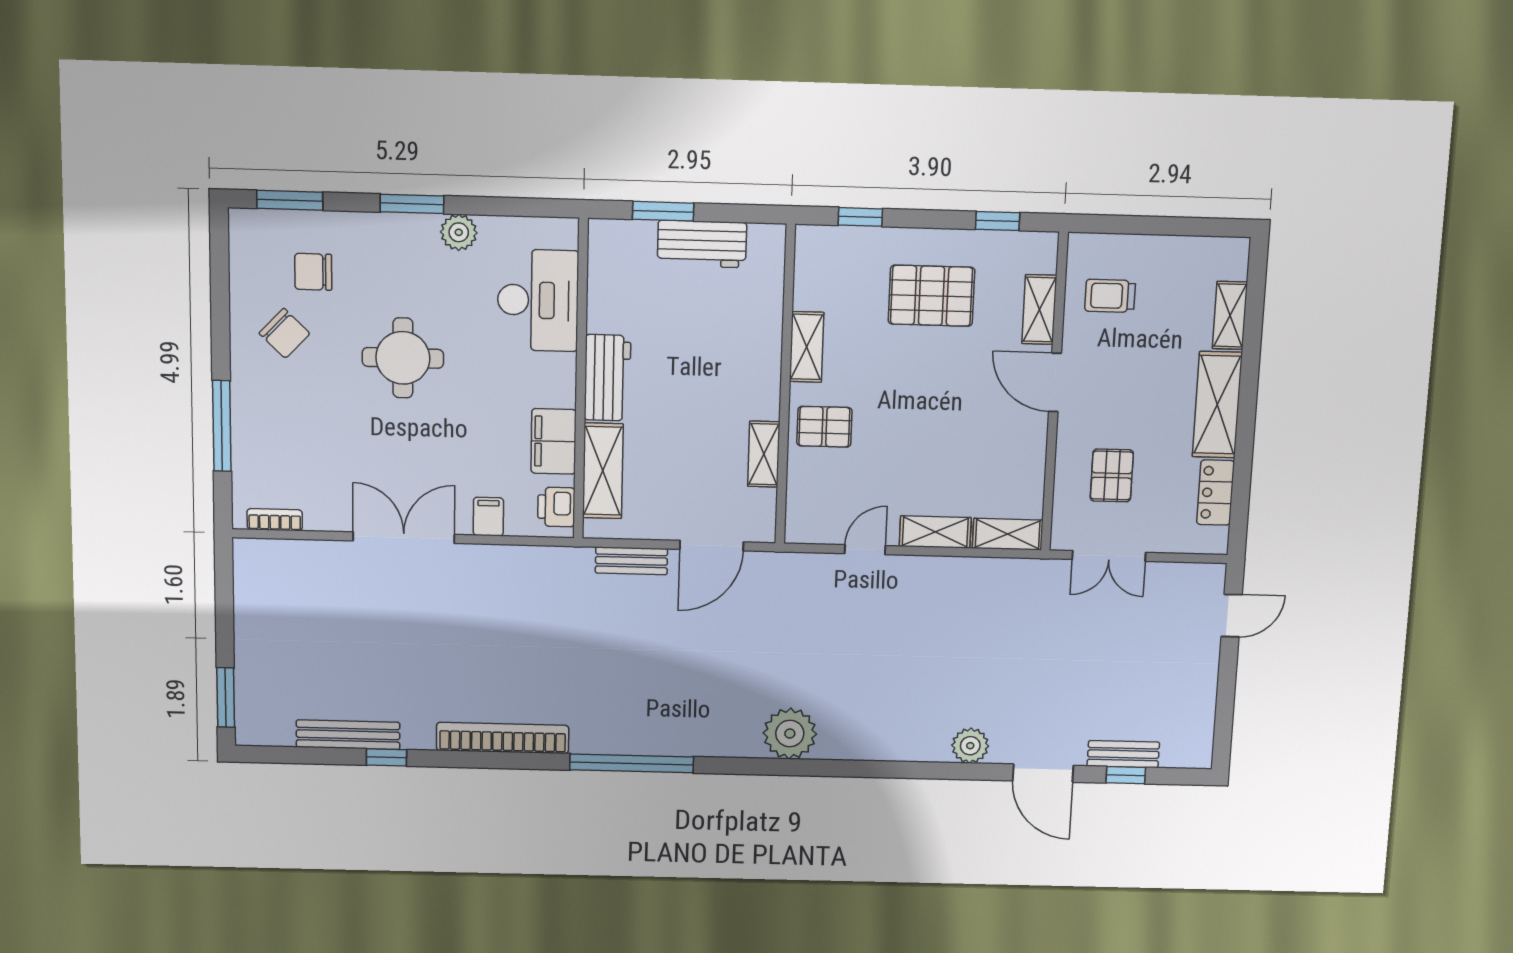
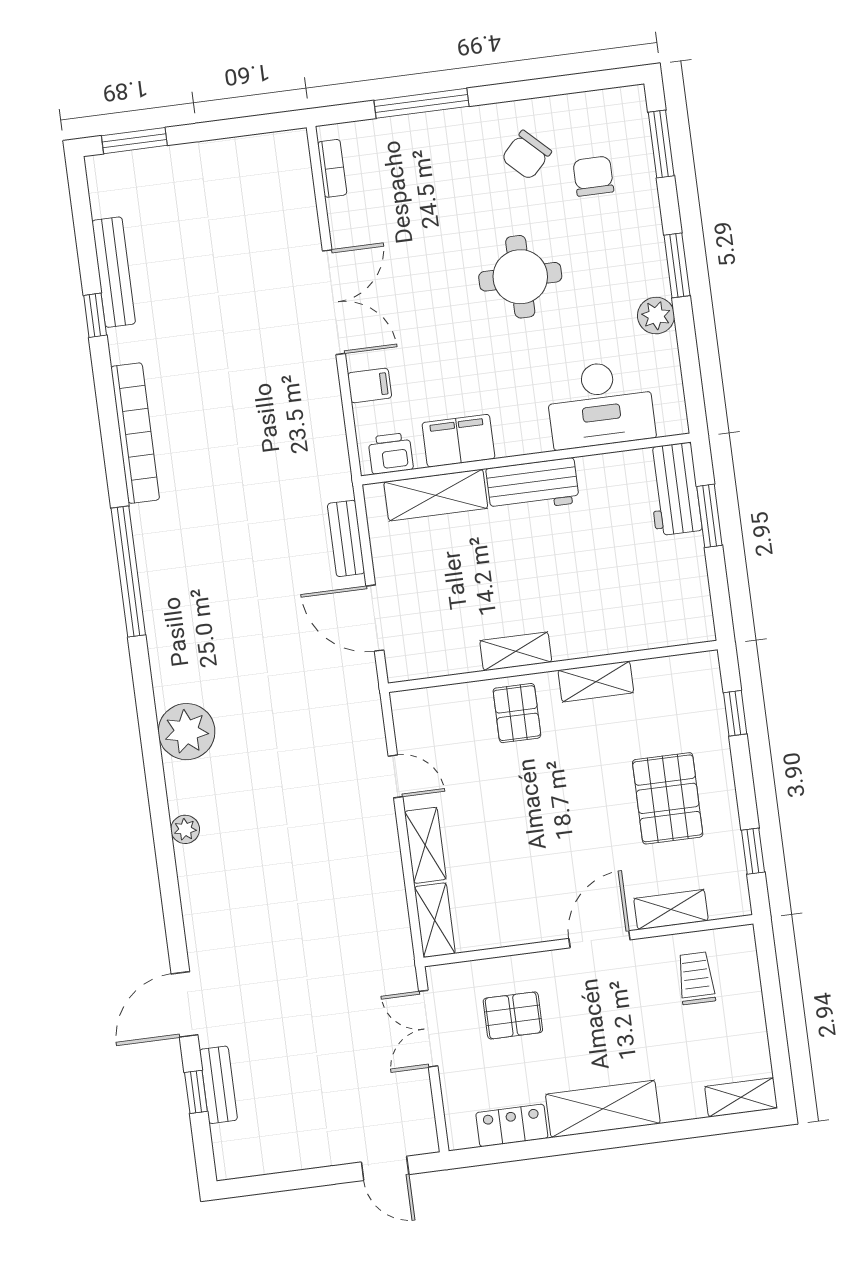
workbench: (702, 244) -> (674, 489), moved
shelving: (1230, 315) -> (741, 1097), moved
shelving: (764, 454) -> (516, 651), moved
plant: (970, 746) -> (185, 829), moved, width x0.73, depth x0.73

